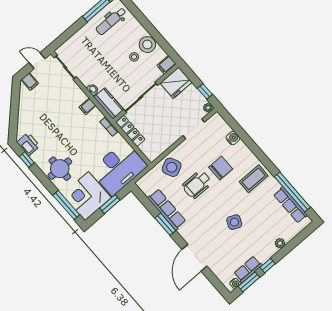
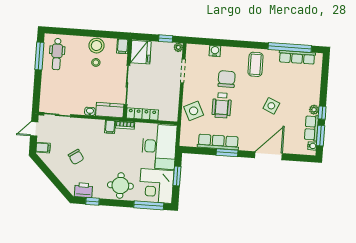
filing cabinet: (88, 106) -> (110, 127), moved
chair: (48, 113) -> (76, 157), added
plant: (280, 243) -> (314, 110), moved
door: (194, 258) -> (268, 156), swing flipped

